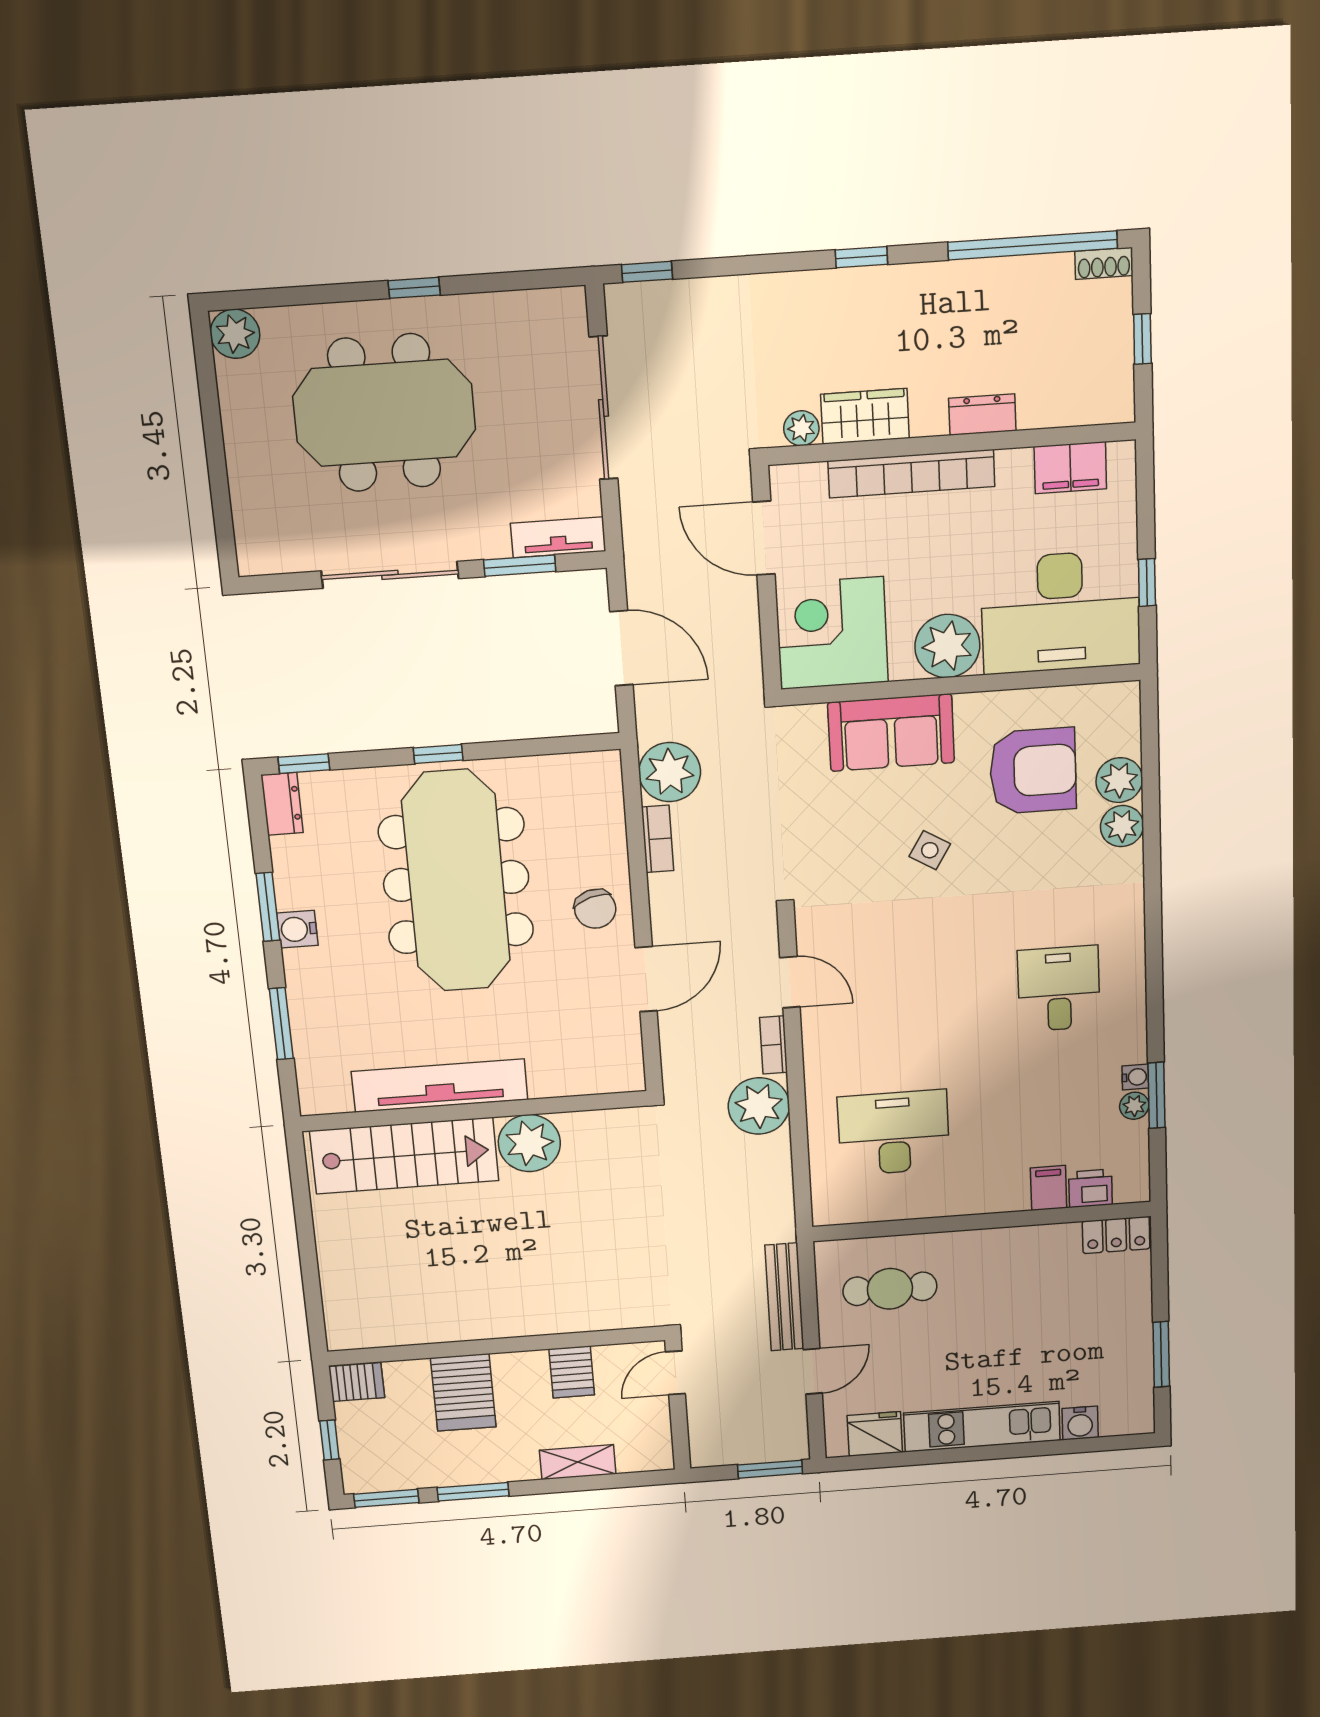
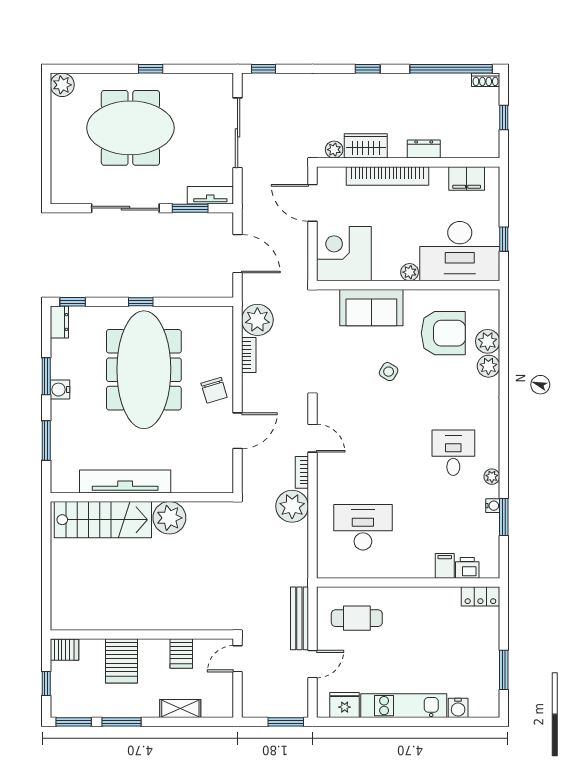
plant: (947, 646) -> (410, 272), width x0.53, depth x0.53
plant: (1134, 1106) -> (492, 477), moved

